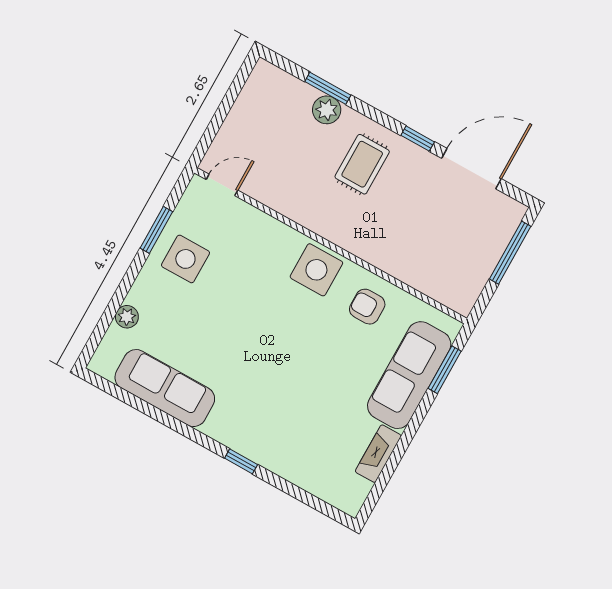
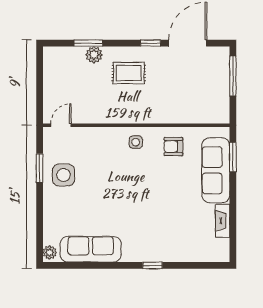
rug: (362, 164) -> (129, 73), turned 90
side table: (316, 270) -> (136, 142), width x0.54, depth x0.54
plant: (127, 317) -> (50, 252), moved

